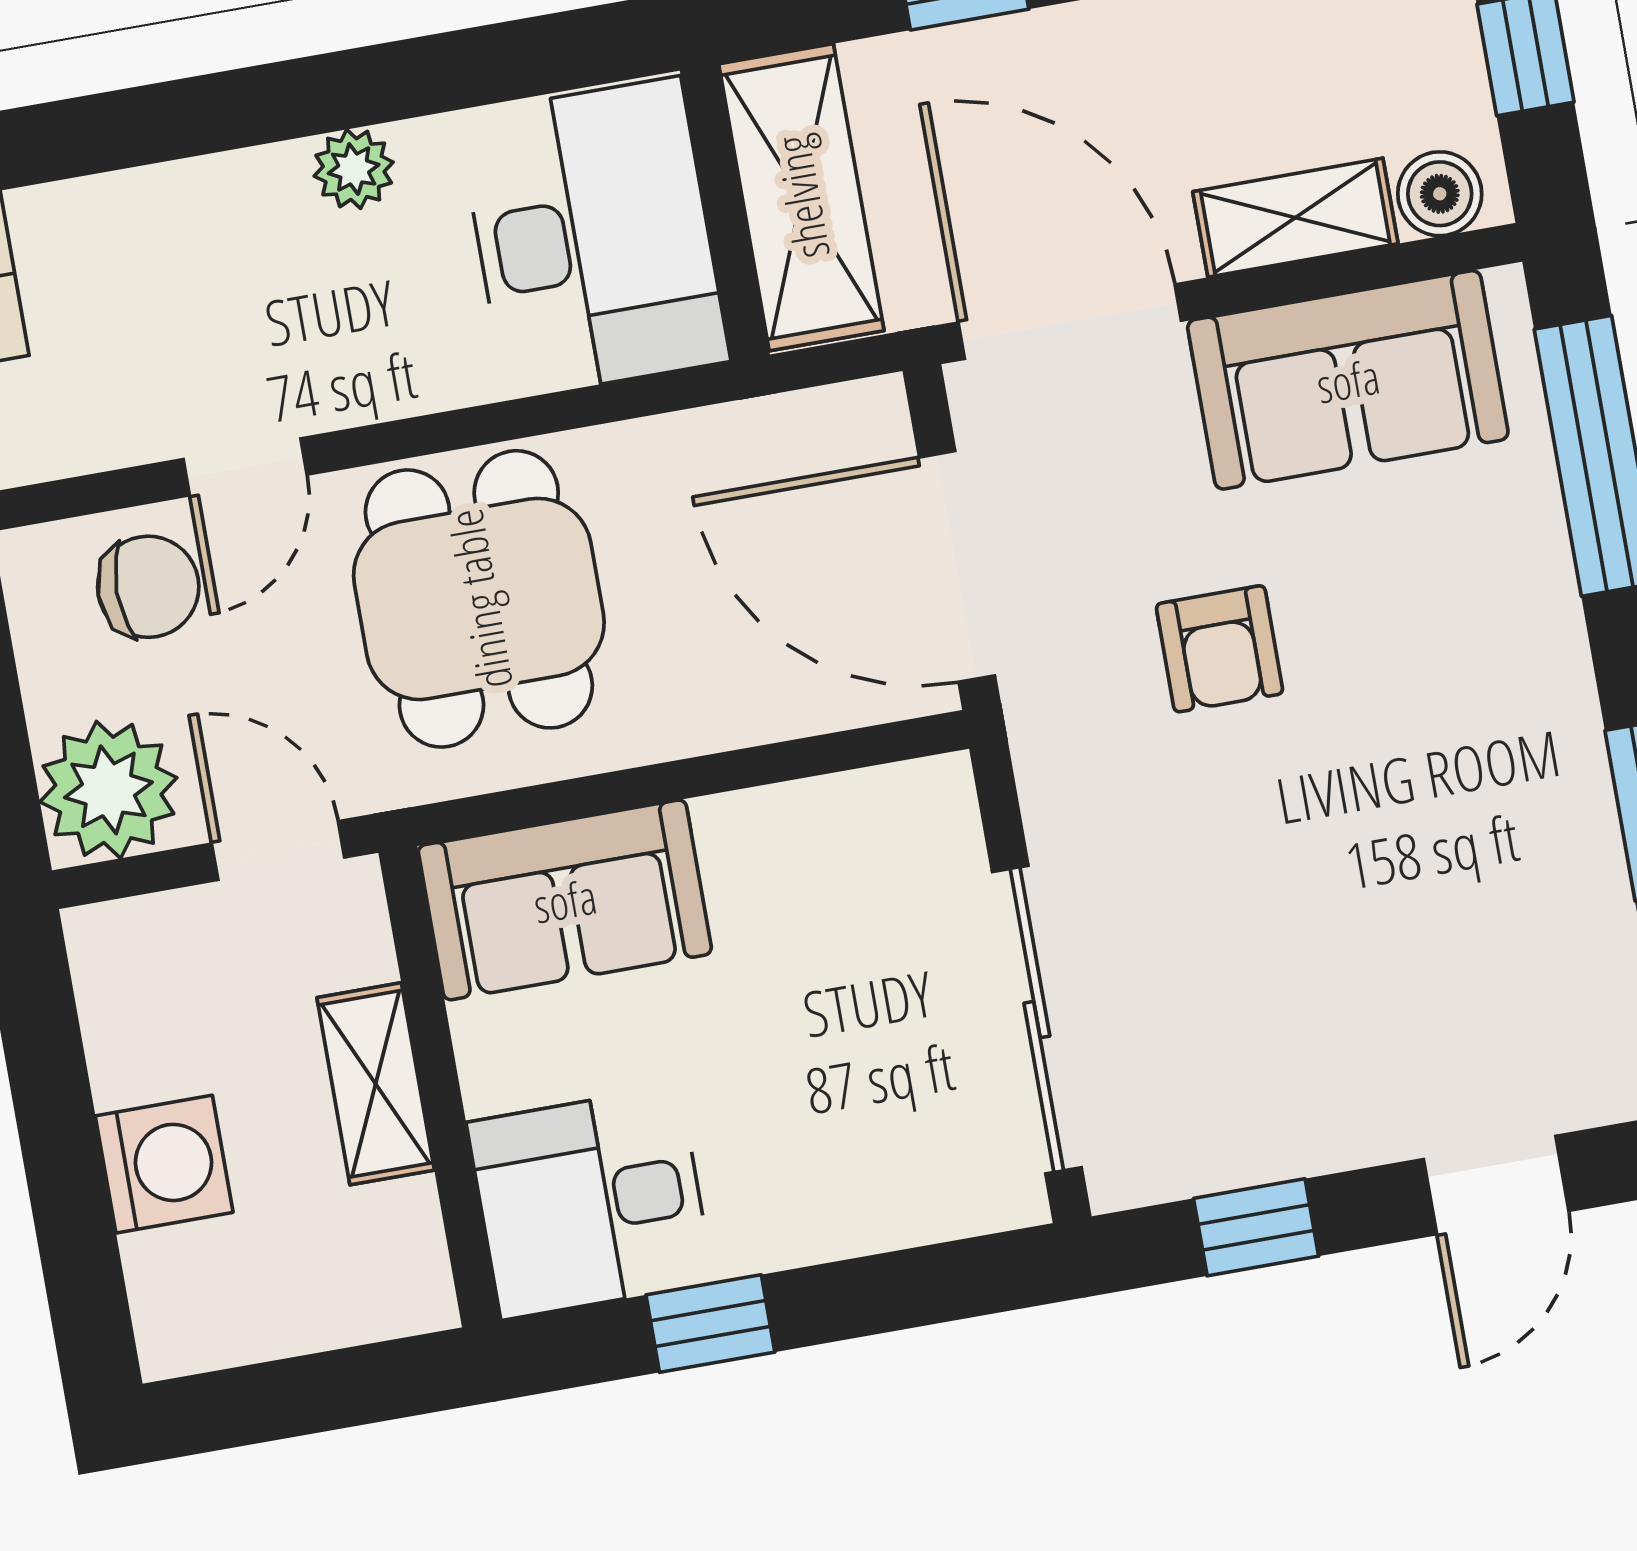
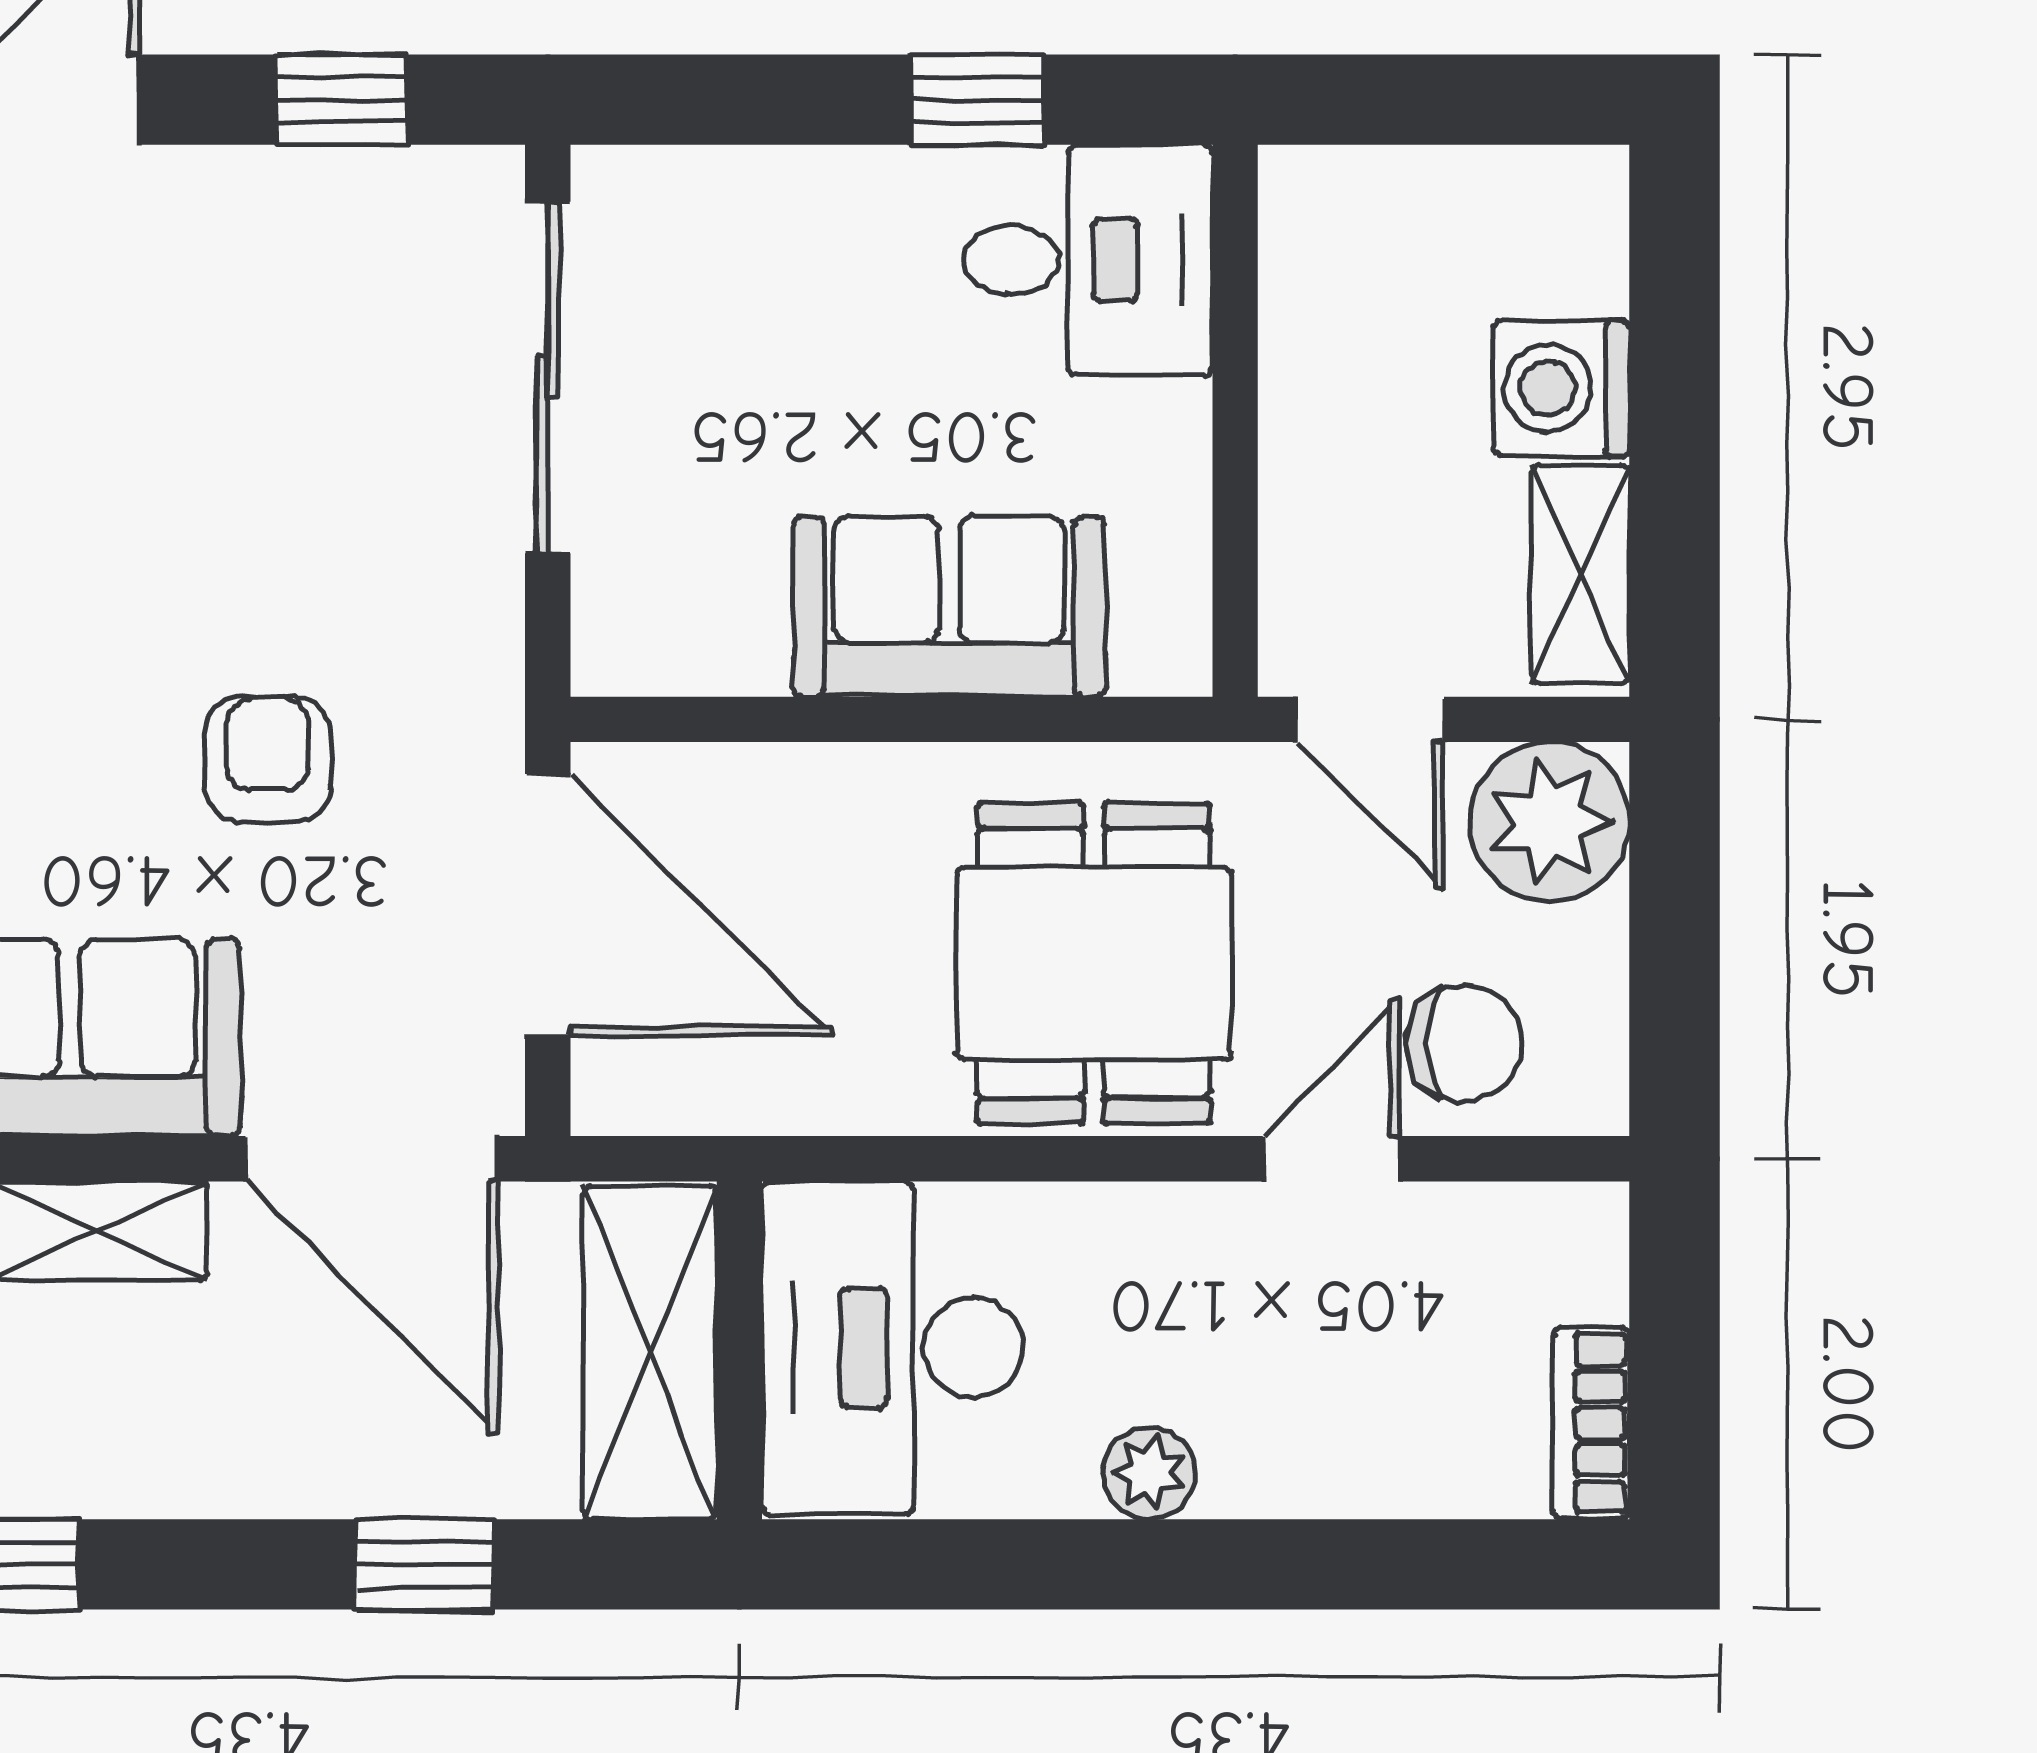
chair: (148, 587) -> (1464, 1043), turned 180
sofa: (565, 900) -> (949, 607), moved
shelving: (376, 1084) -> (1580, 574), moved

